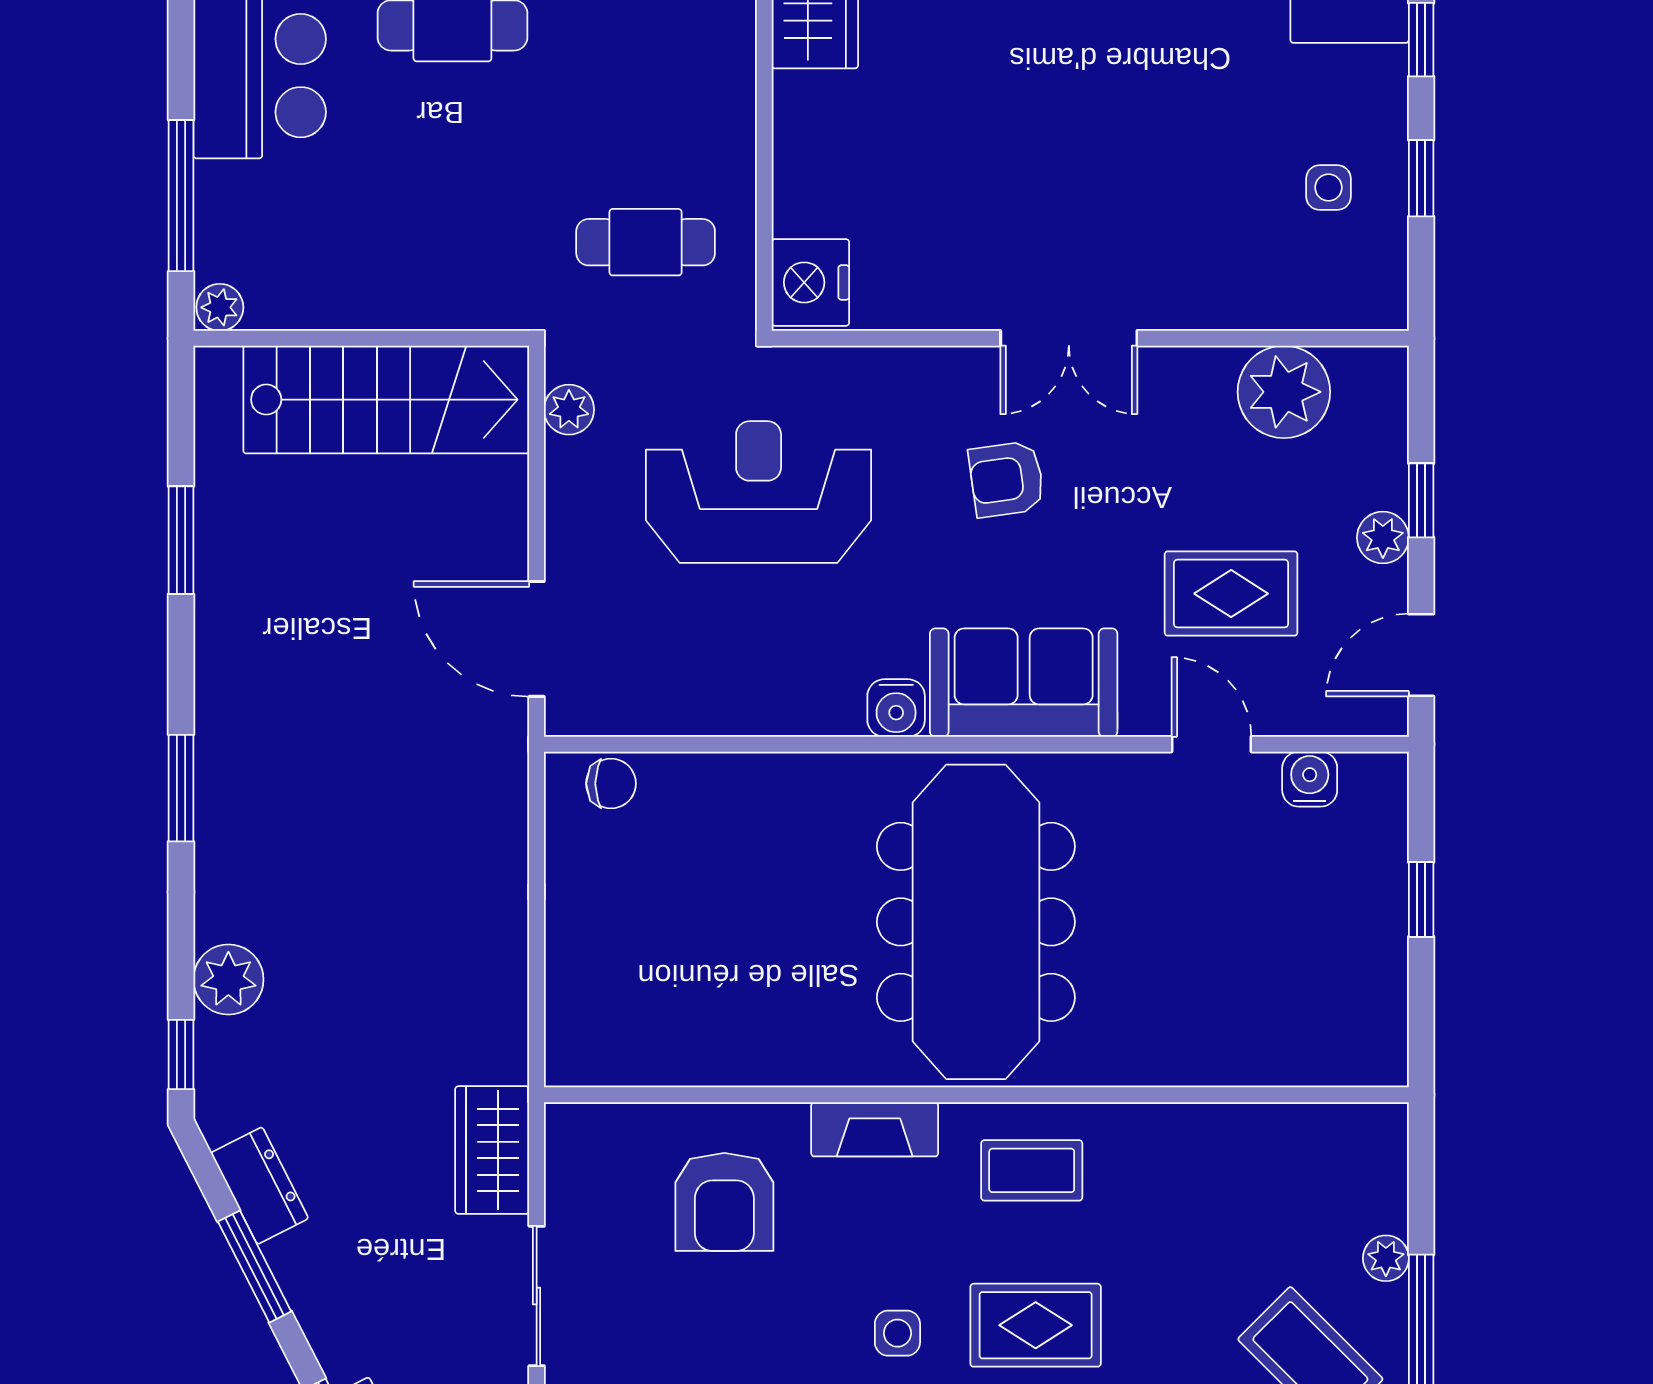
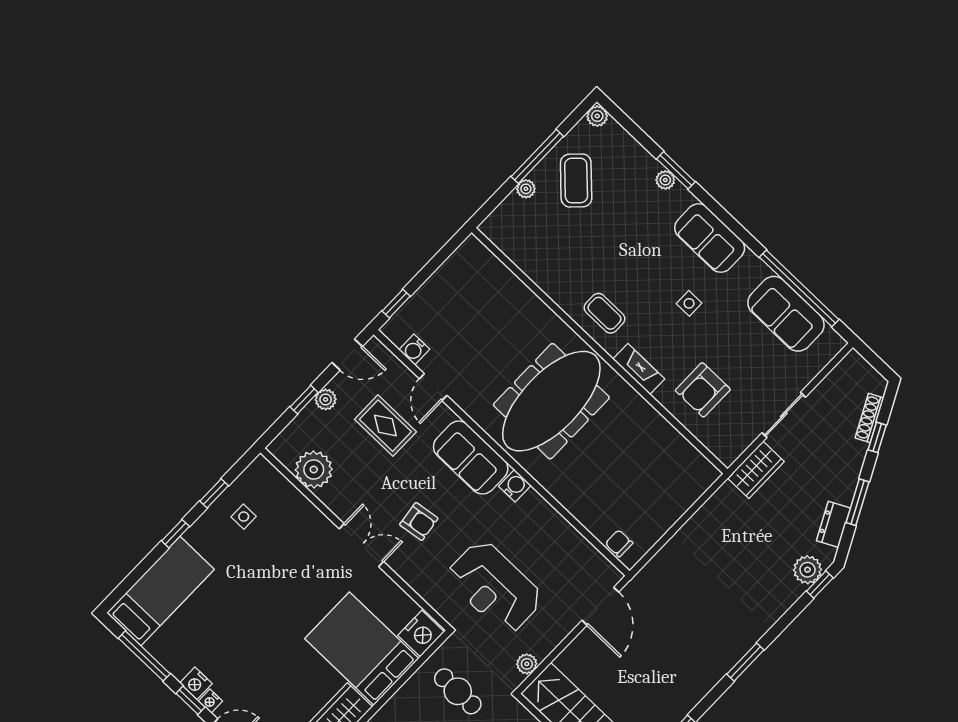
bed: (891, 154) -> (362, 649), added
window: (1421, 899) -> (396, 304), moved
plant: (228, 980) -> (808, 570), moved
armchair: (724, 1202) -> (703, 390), turned 180
rug: (1036, 1325) -> (647, 267), removed

